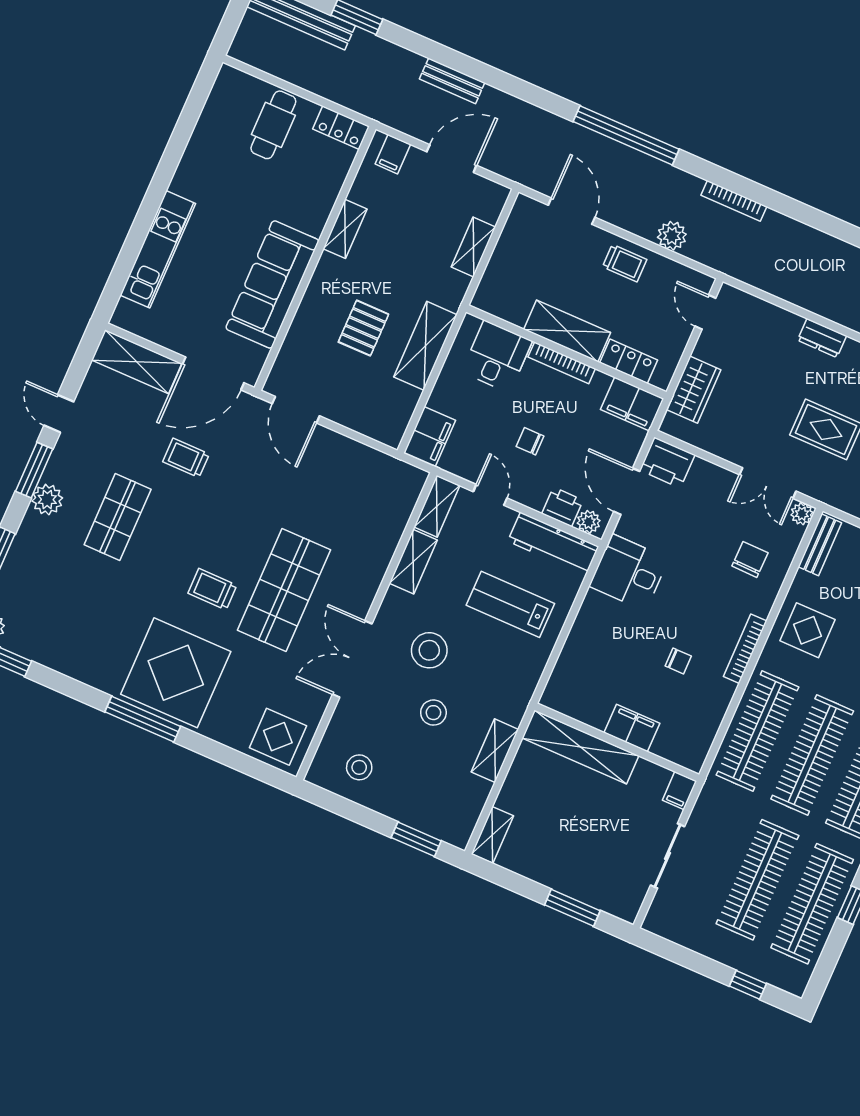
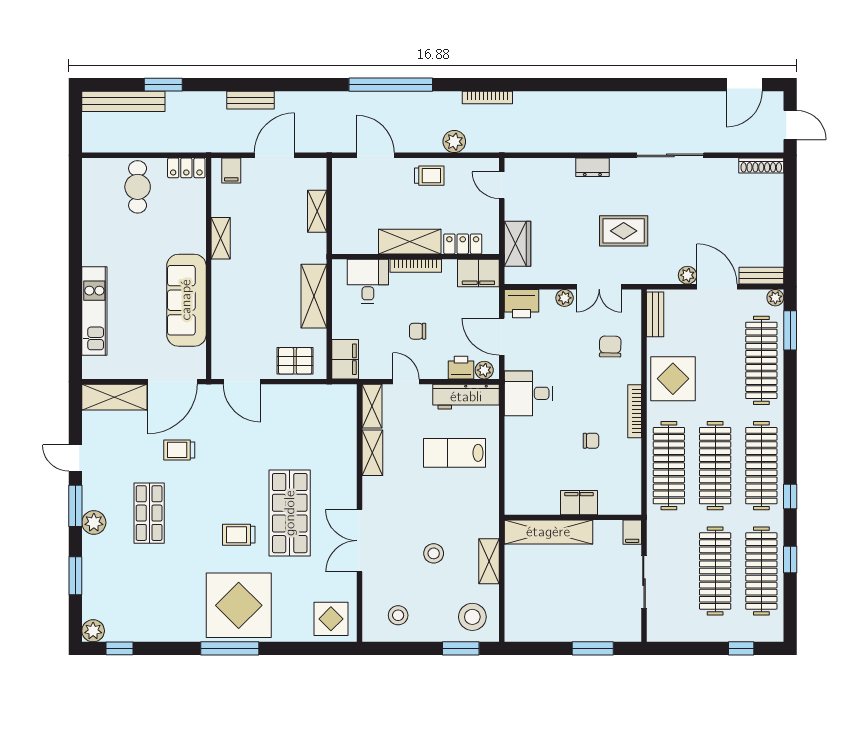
pallet: (363, 328) -> (295, 361), moved, turned 90
plant: (802, 514) -> (565, 298), moved
display table: (807, 630) -> (673, 379), width x1.36, depth x1.36
stool: (429, 650) -> (472, 617), moved
shelving: (492, 835) -> (513, 622), removed

